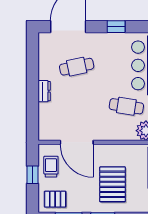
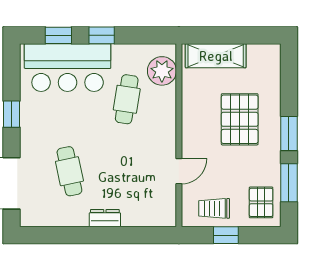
door: (77, 142) -> (179, 171), width x0.53
pallet: (113, 184) -> (240, 119), turned 90

